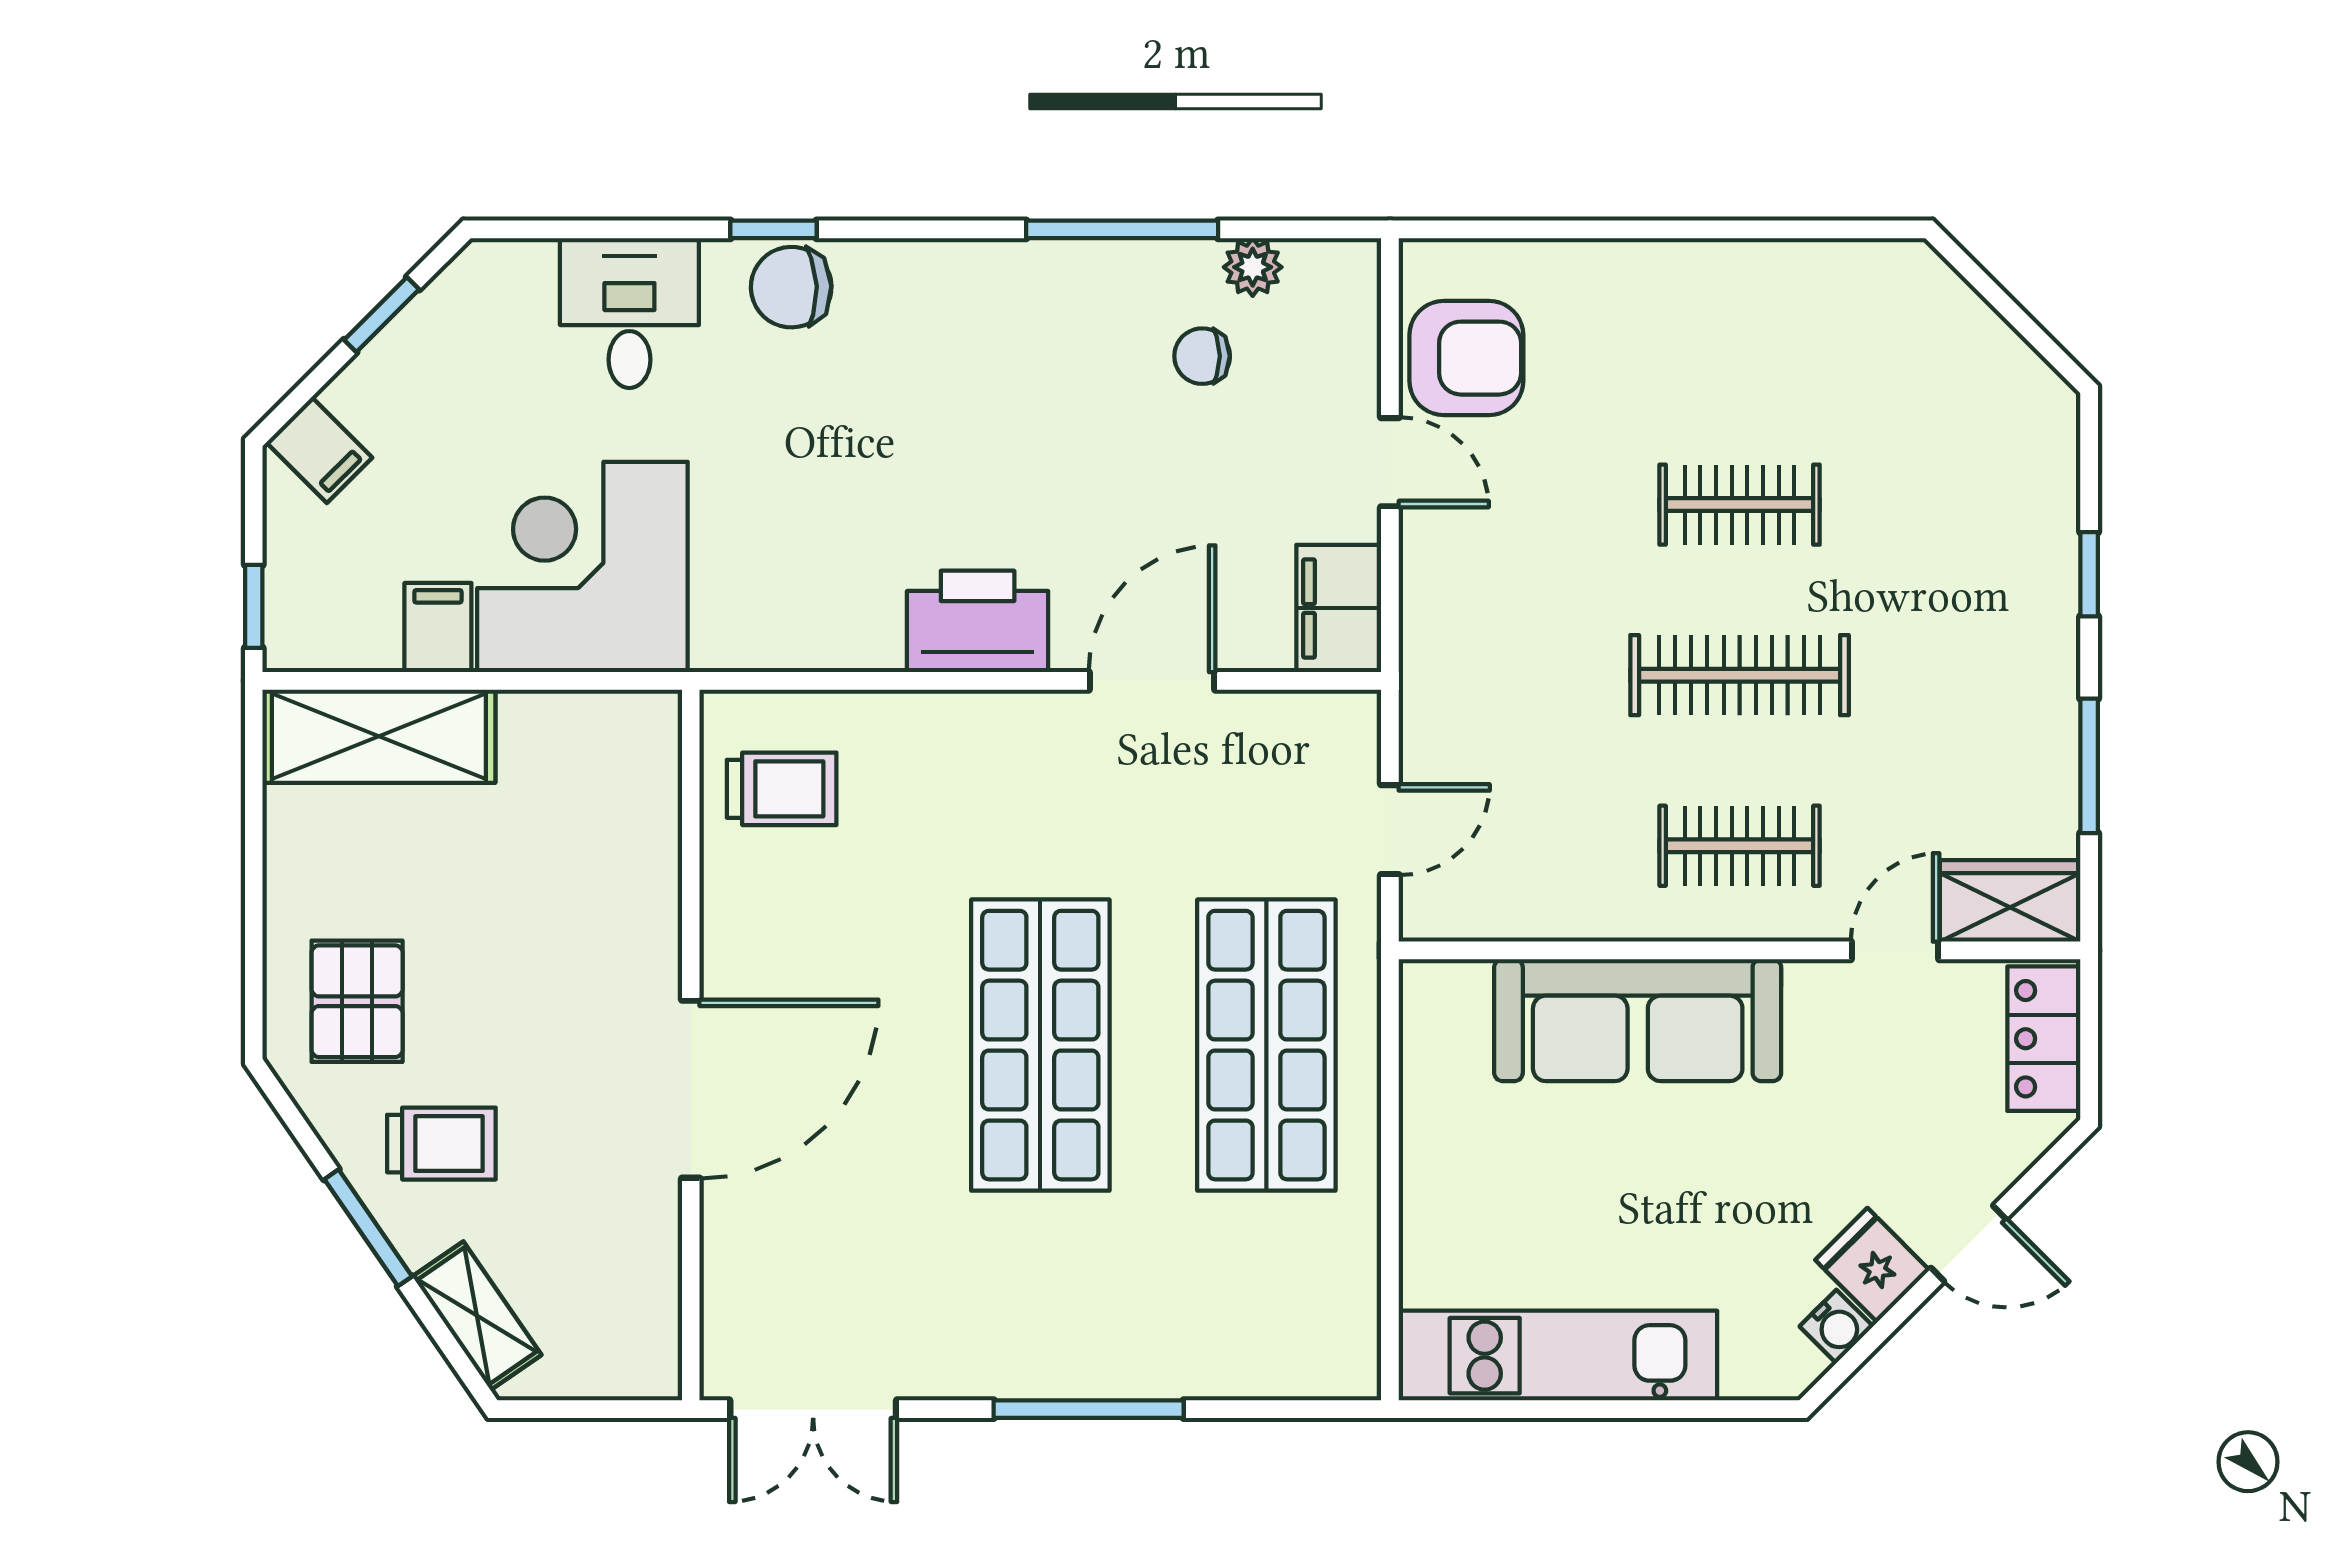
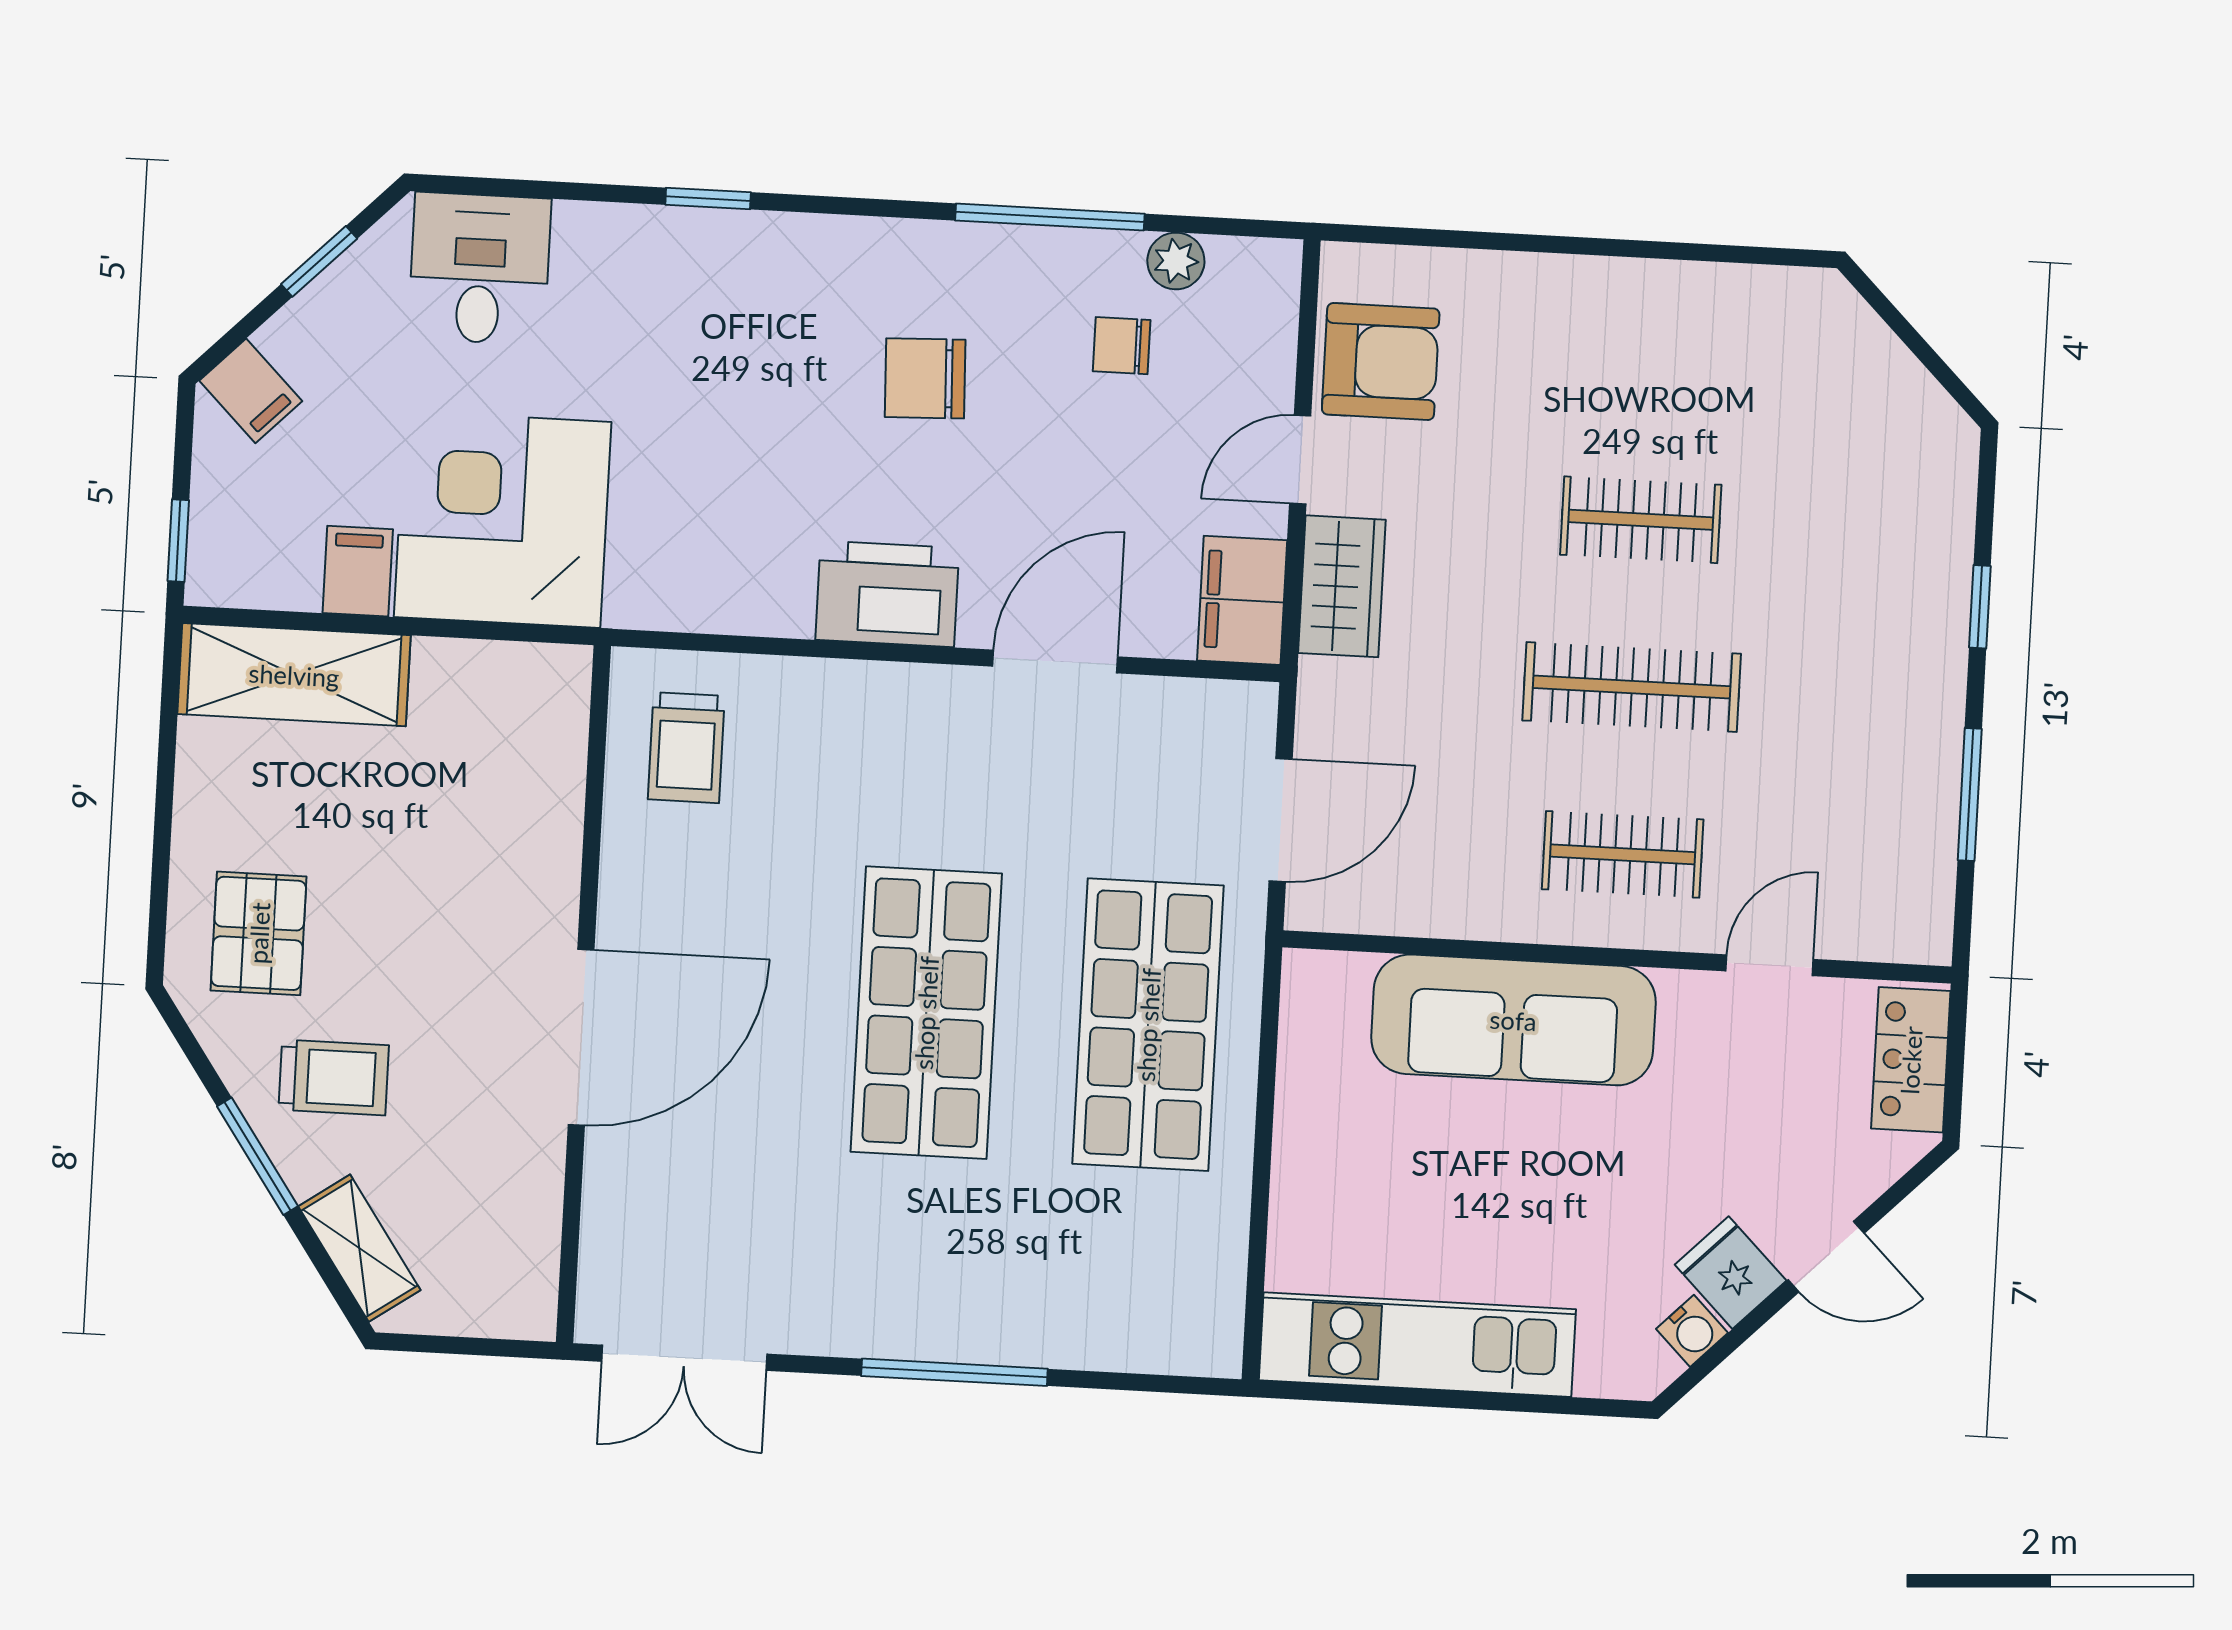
chair: (791, 287) -> (925, 378), moved
desk: (629, 313) -> (480, 268), moved
door: (1390, 462) -> (1300, 460), swing flipped
trolley: (782, 789) -> (686, 748), turned 90
door: (1390, 830) -> (1281, 820), width x1.37
wardrobe: (2010, 901) -> (1342, 586), moved, turned 90

